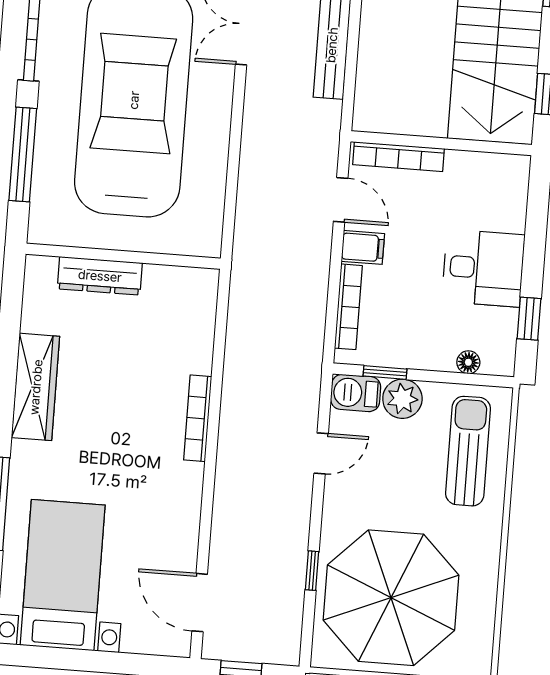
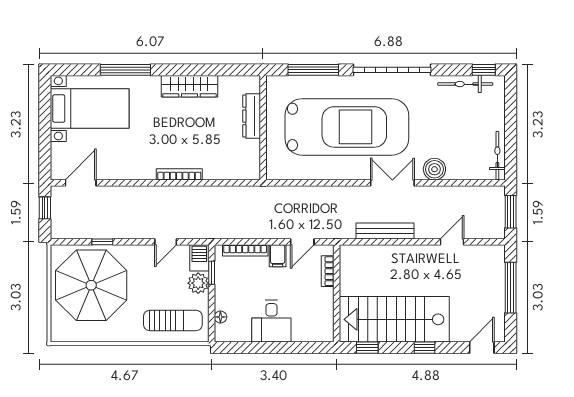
bookcase: (399, 157) -> (328, 271), width x0.64
window: (529, 319) -> (246, 348), removed
door: (321, 453) -> (166, 242), hinge flipped

